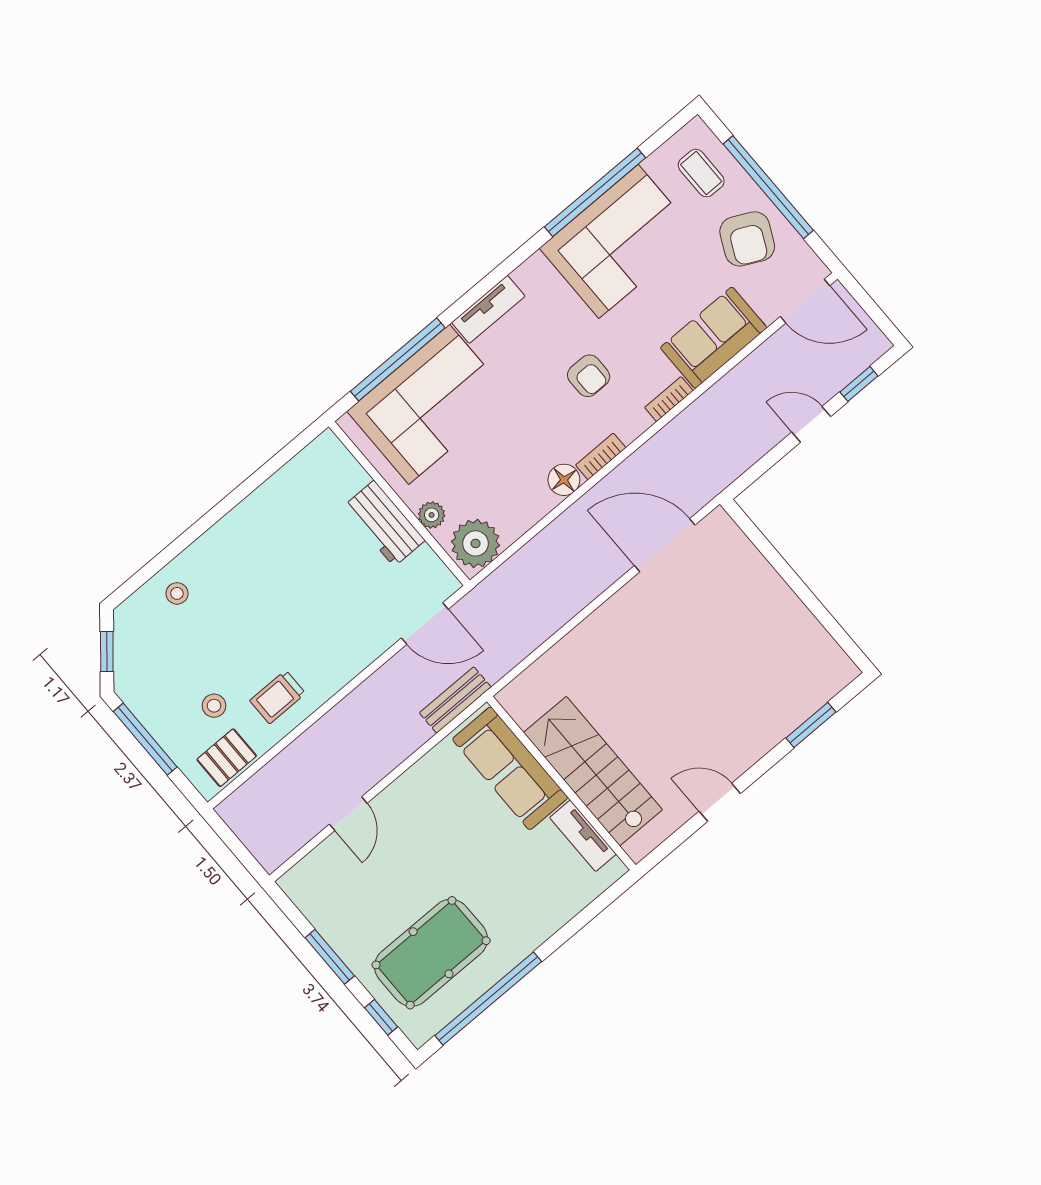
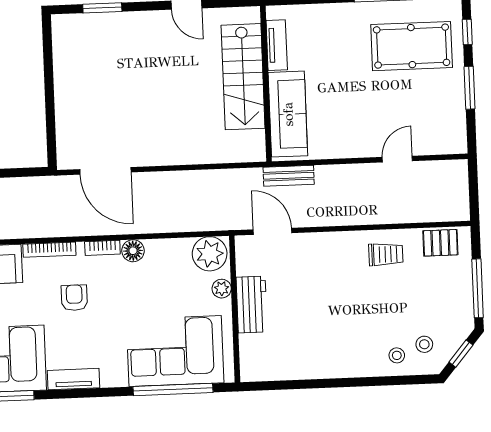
tv unit: (488, 309) -> (74, 379), moved
bookcase: (669, 399) -> (49, 250), width x1.56
stool: (214, 706) -> (424, 344), moved

